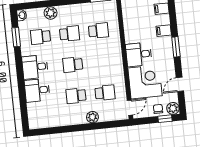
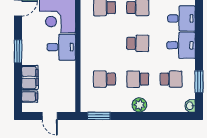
plant: (51, 13) -> (139, 105), moved
filing cabinet: (164, 31) -> (30, 77), width x2.00

